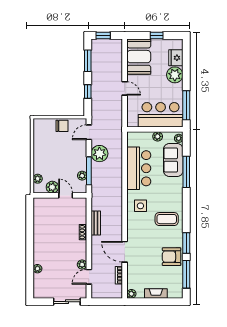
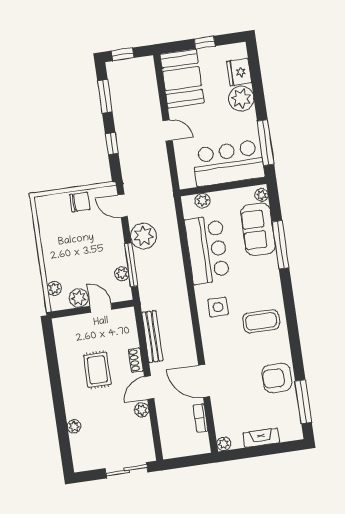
door: (89, 132) -> (123, 206), hinge flipped
plant: (158, 136) -> (202, 201), moved
bench: (96, 223) -> (152, 337), width x1.36
rug: (57, 235) -> (97, 370), added
window: (186, 243) -> (296, 354), removed
door: (89, 277) -> (149, 388), moved

